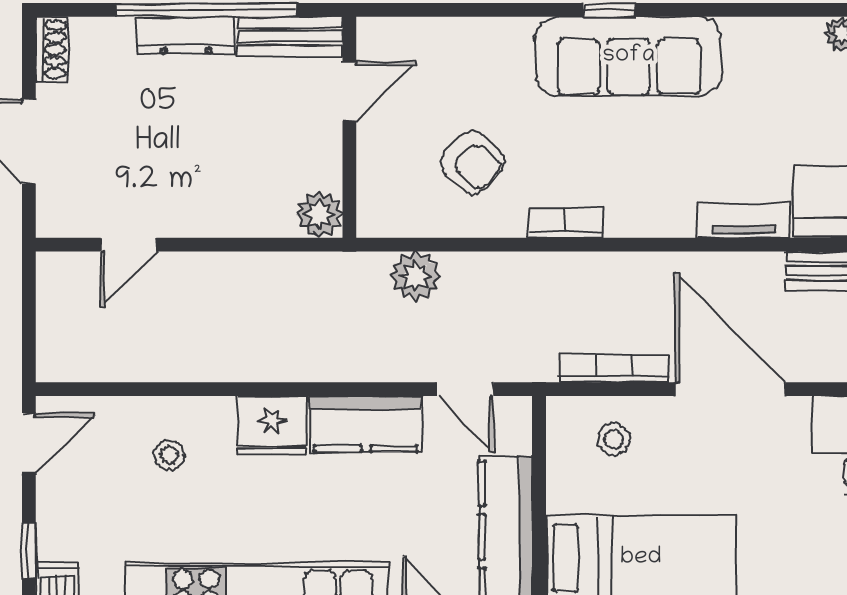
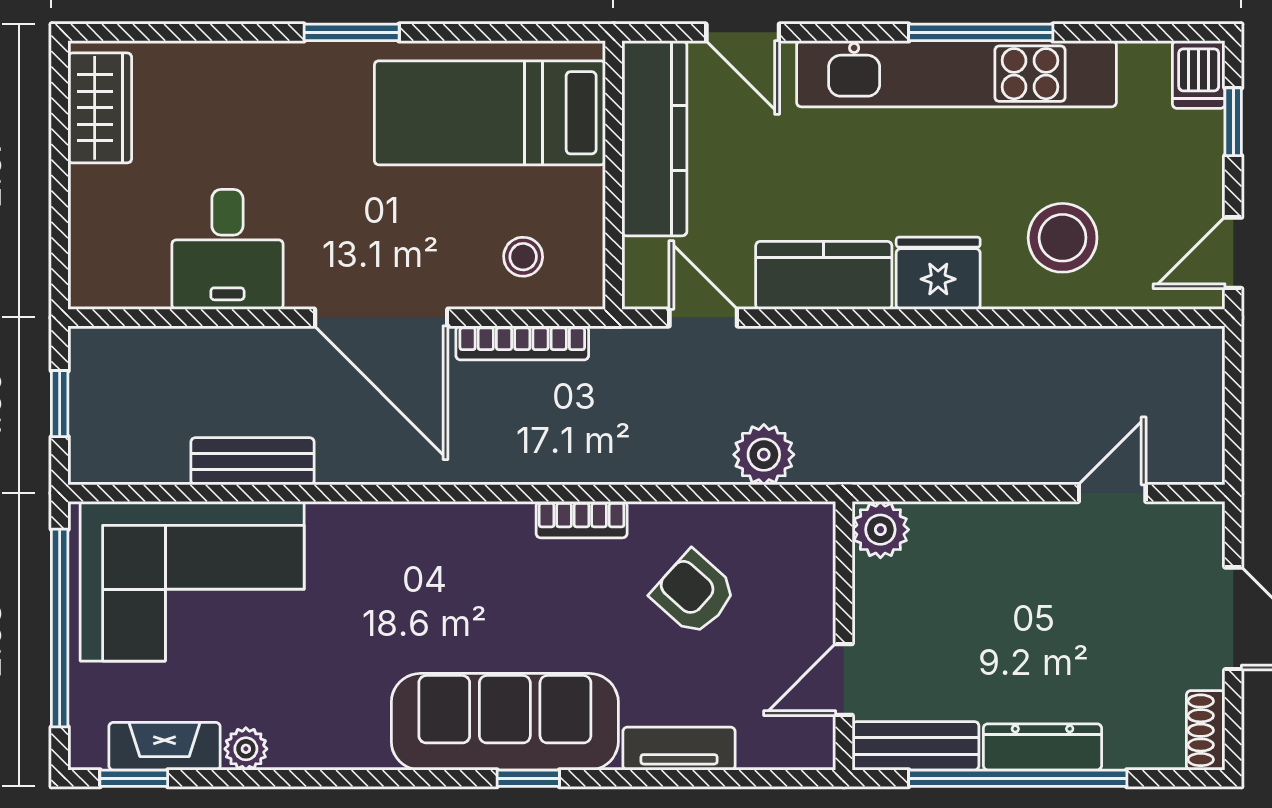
tv unit: (744, 220) -> (679, 749), moved, turned 180
stool: (169, 455) -> (1063, 238), width x1.89, depth x1.89

